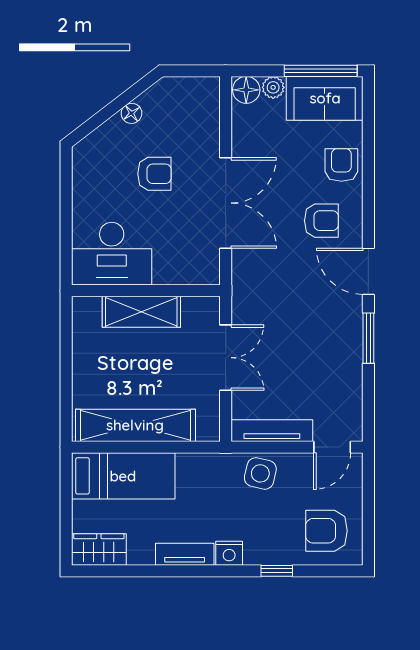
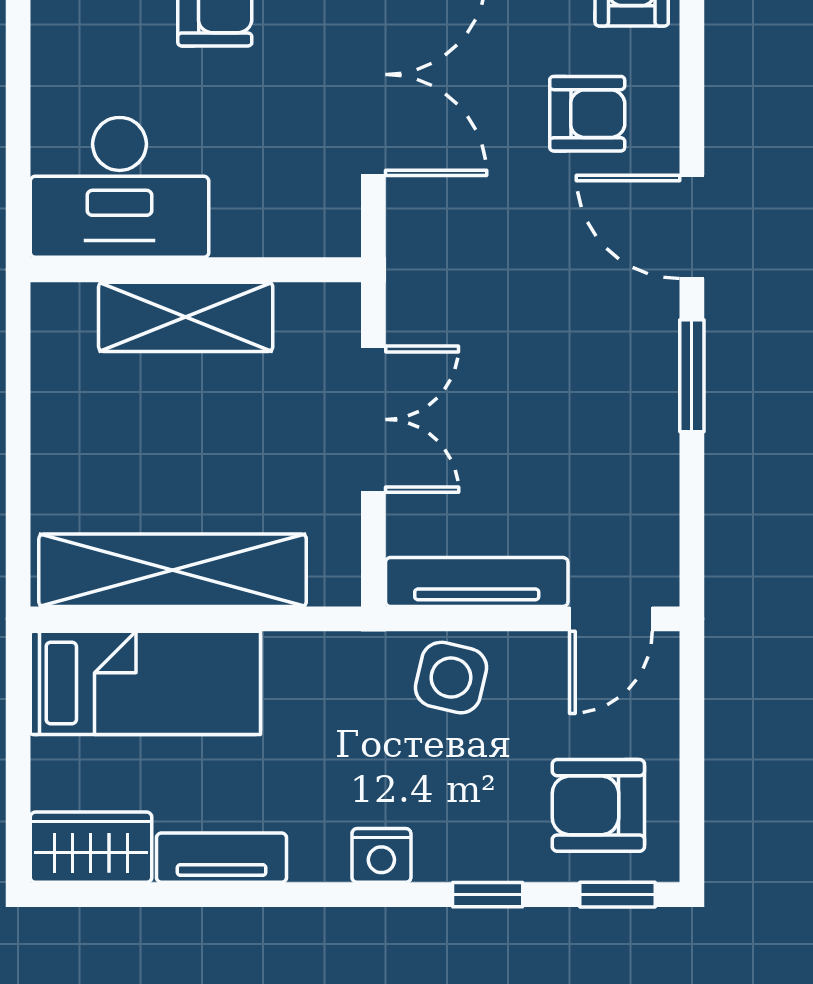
tv unit: (185, 554) -> (222, 858), moved
window: (335, 571) -> (618, 895), added

